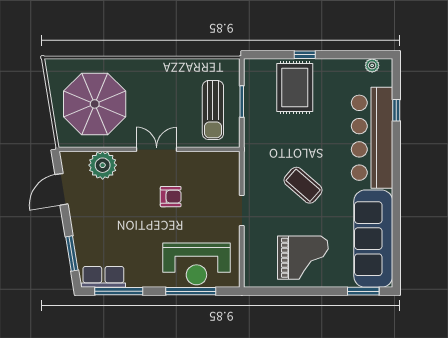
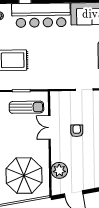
double door: (157, 149) -> (49, 127), moved
coffee table: (303, 185) -> (69, 55), removed

